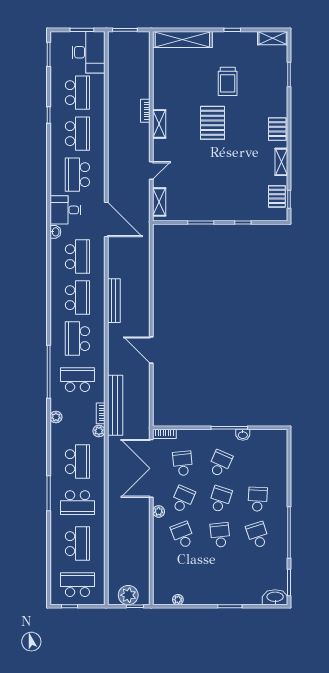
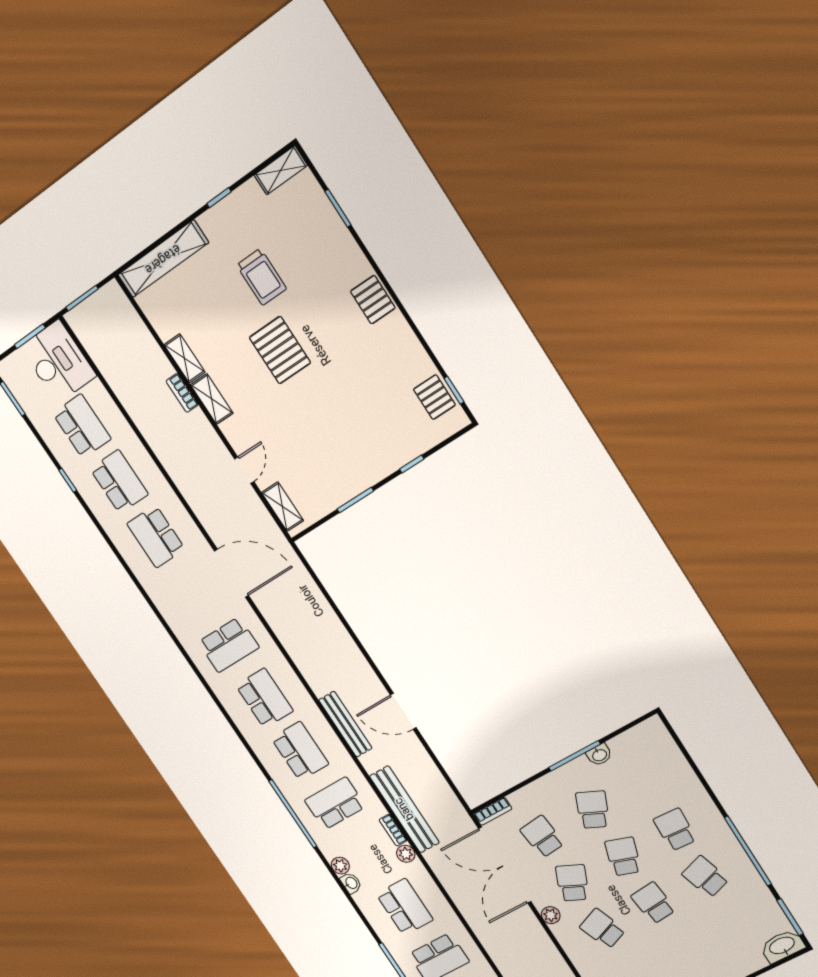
shelving: (281, 162) -> (185, 358), moved
desk: (65, 210) -> (173, 593), removed
washbasin: (55, 232) -> (351, 883), moved
school desk: (77, 257) -> (229, 645), turned 90
bench: (114, 301) -> (345, 724), moved
school desk: (77, 339) -> (300, 751), turned 180

